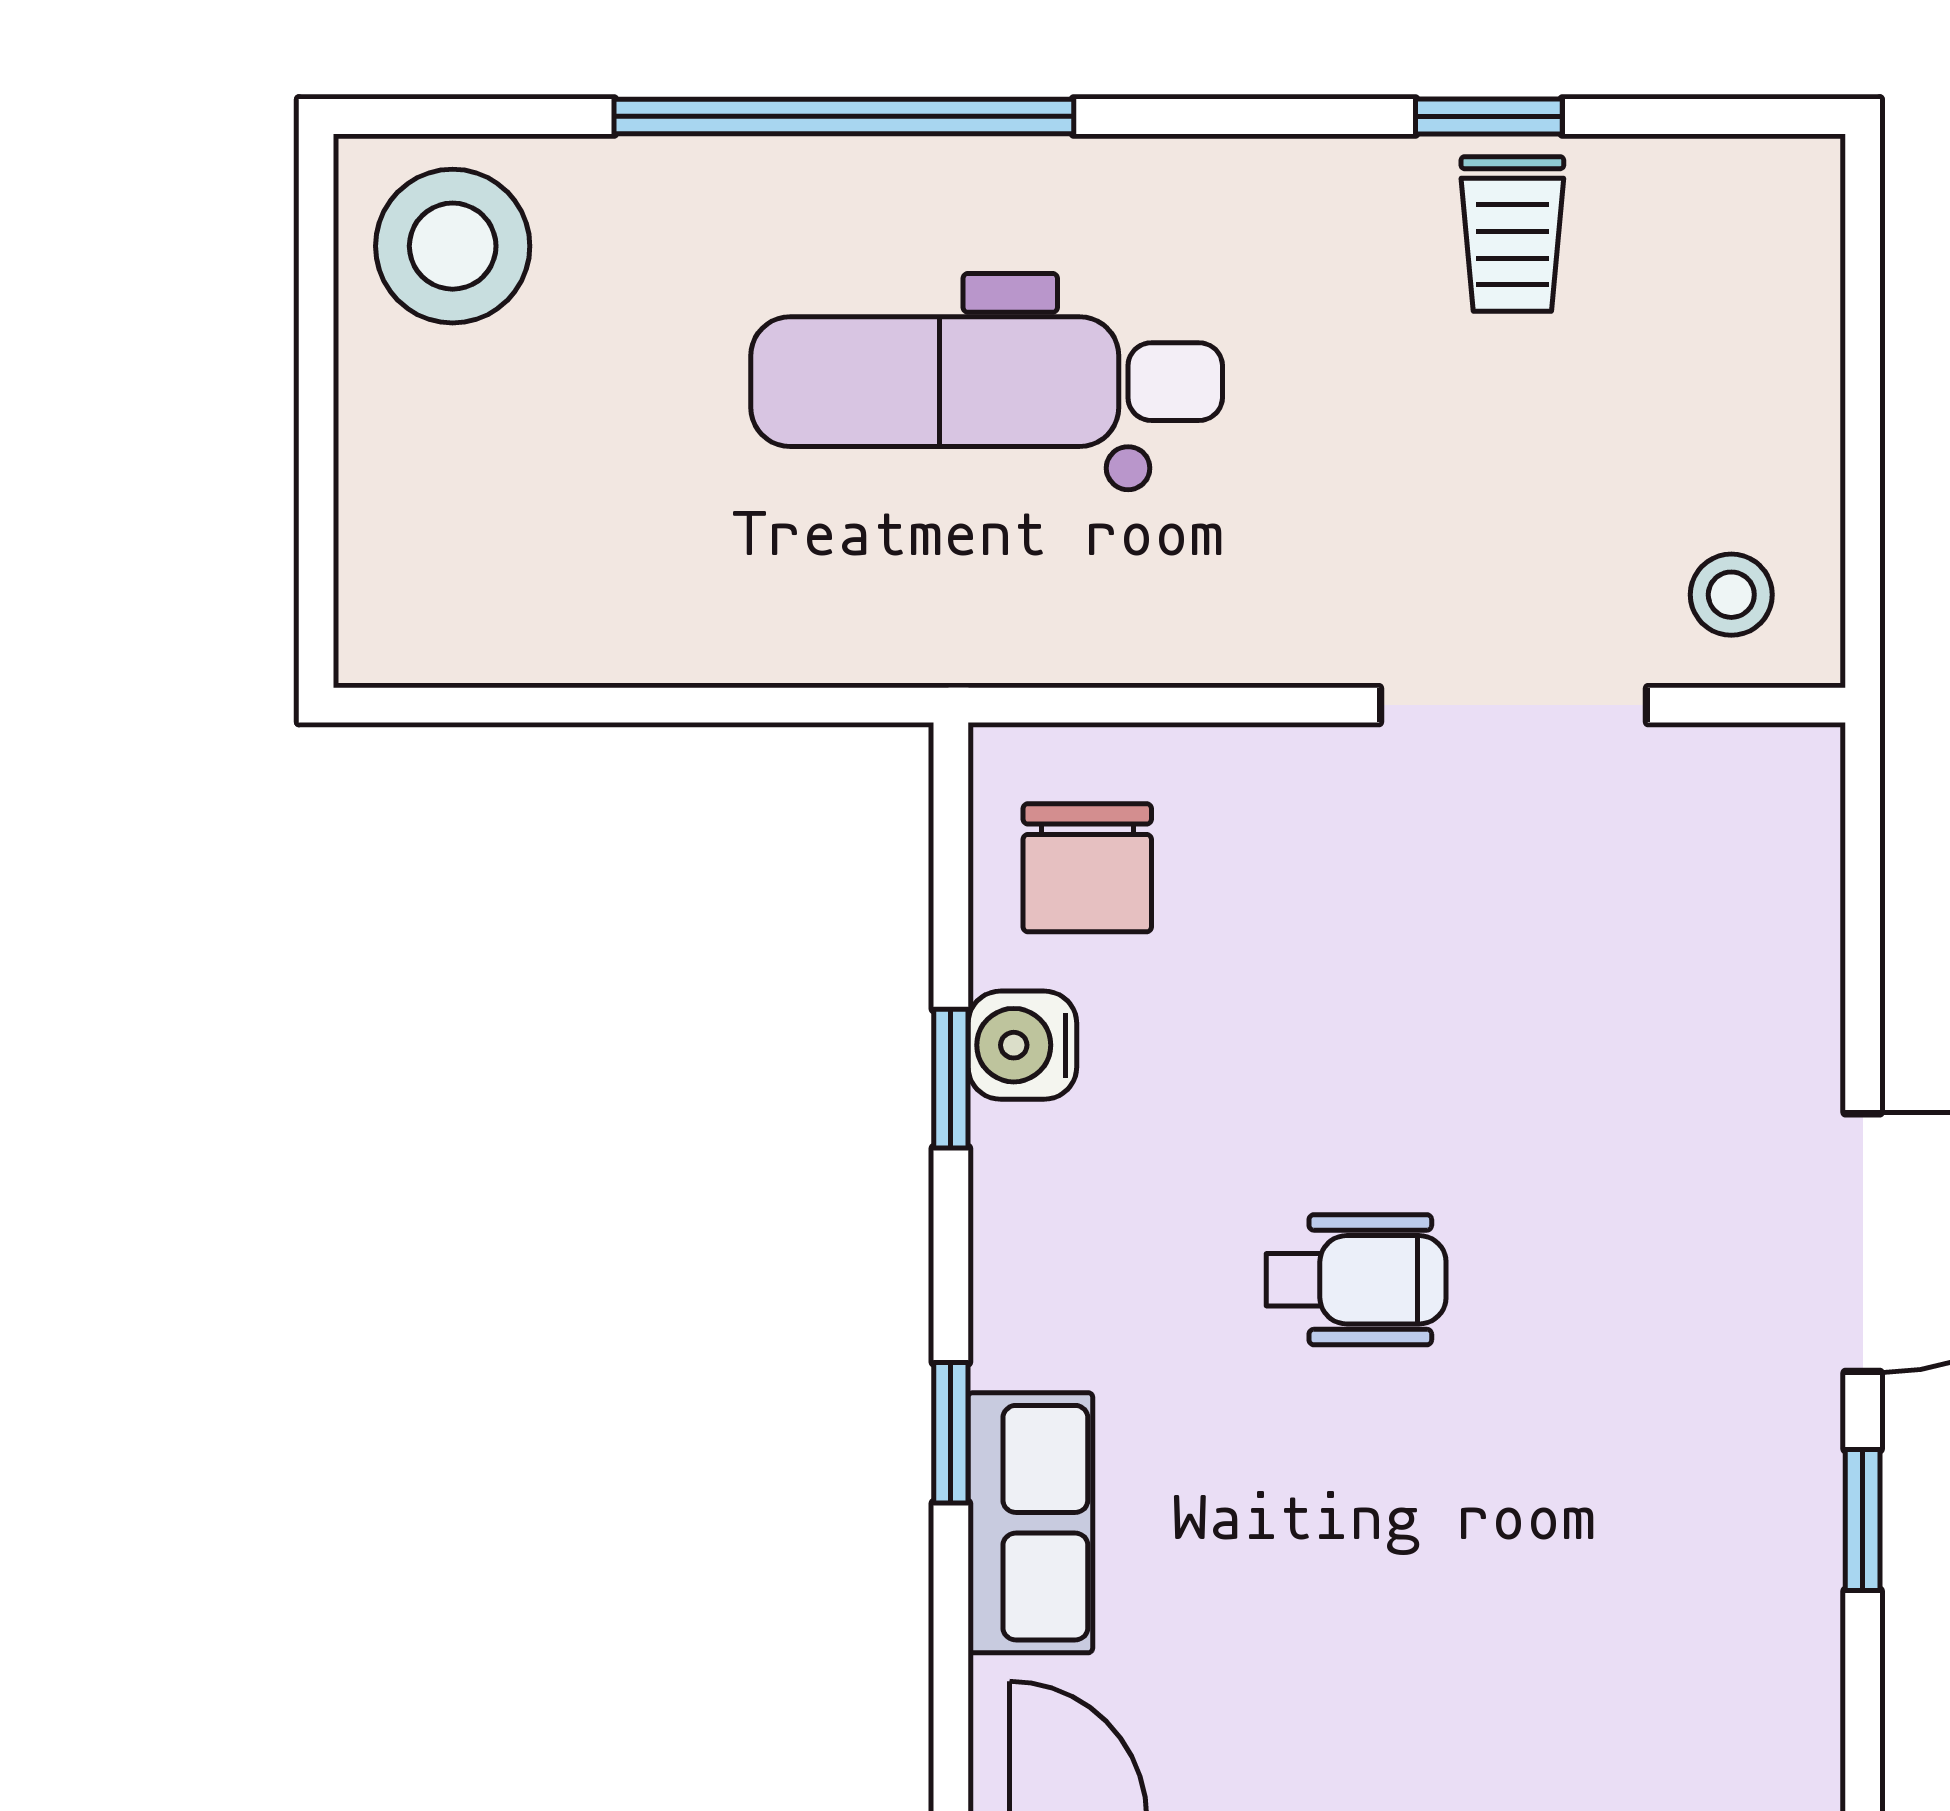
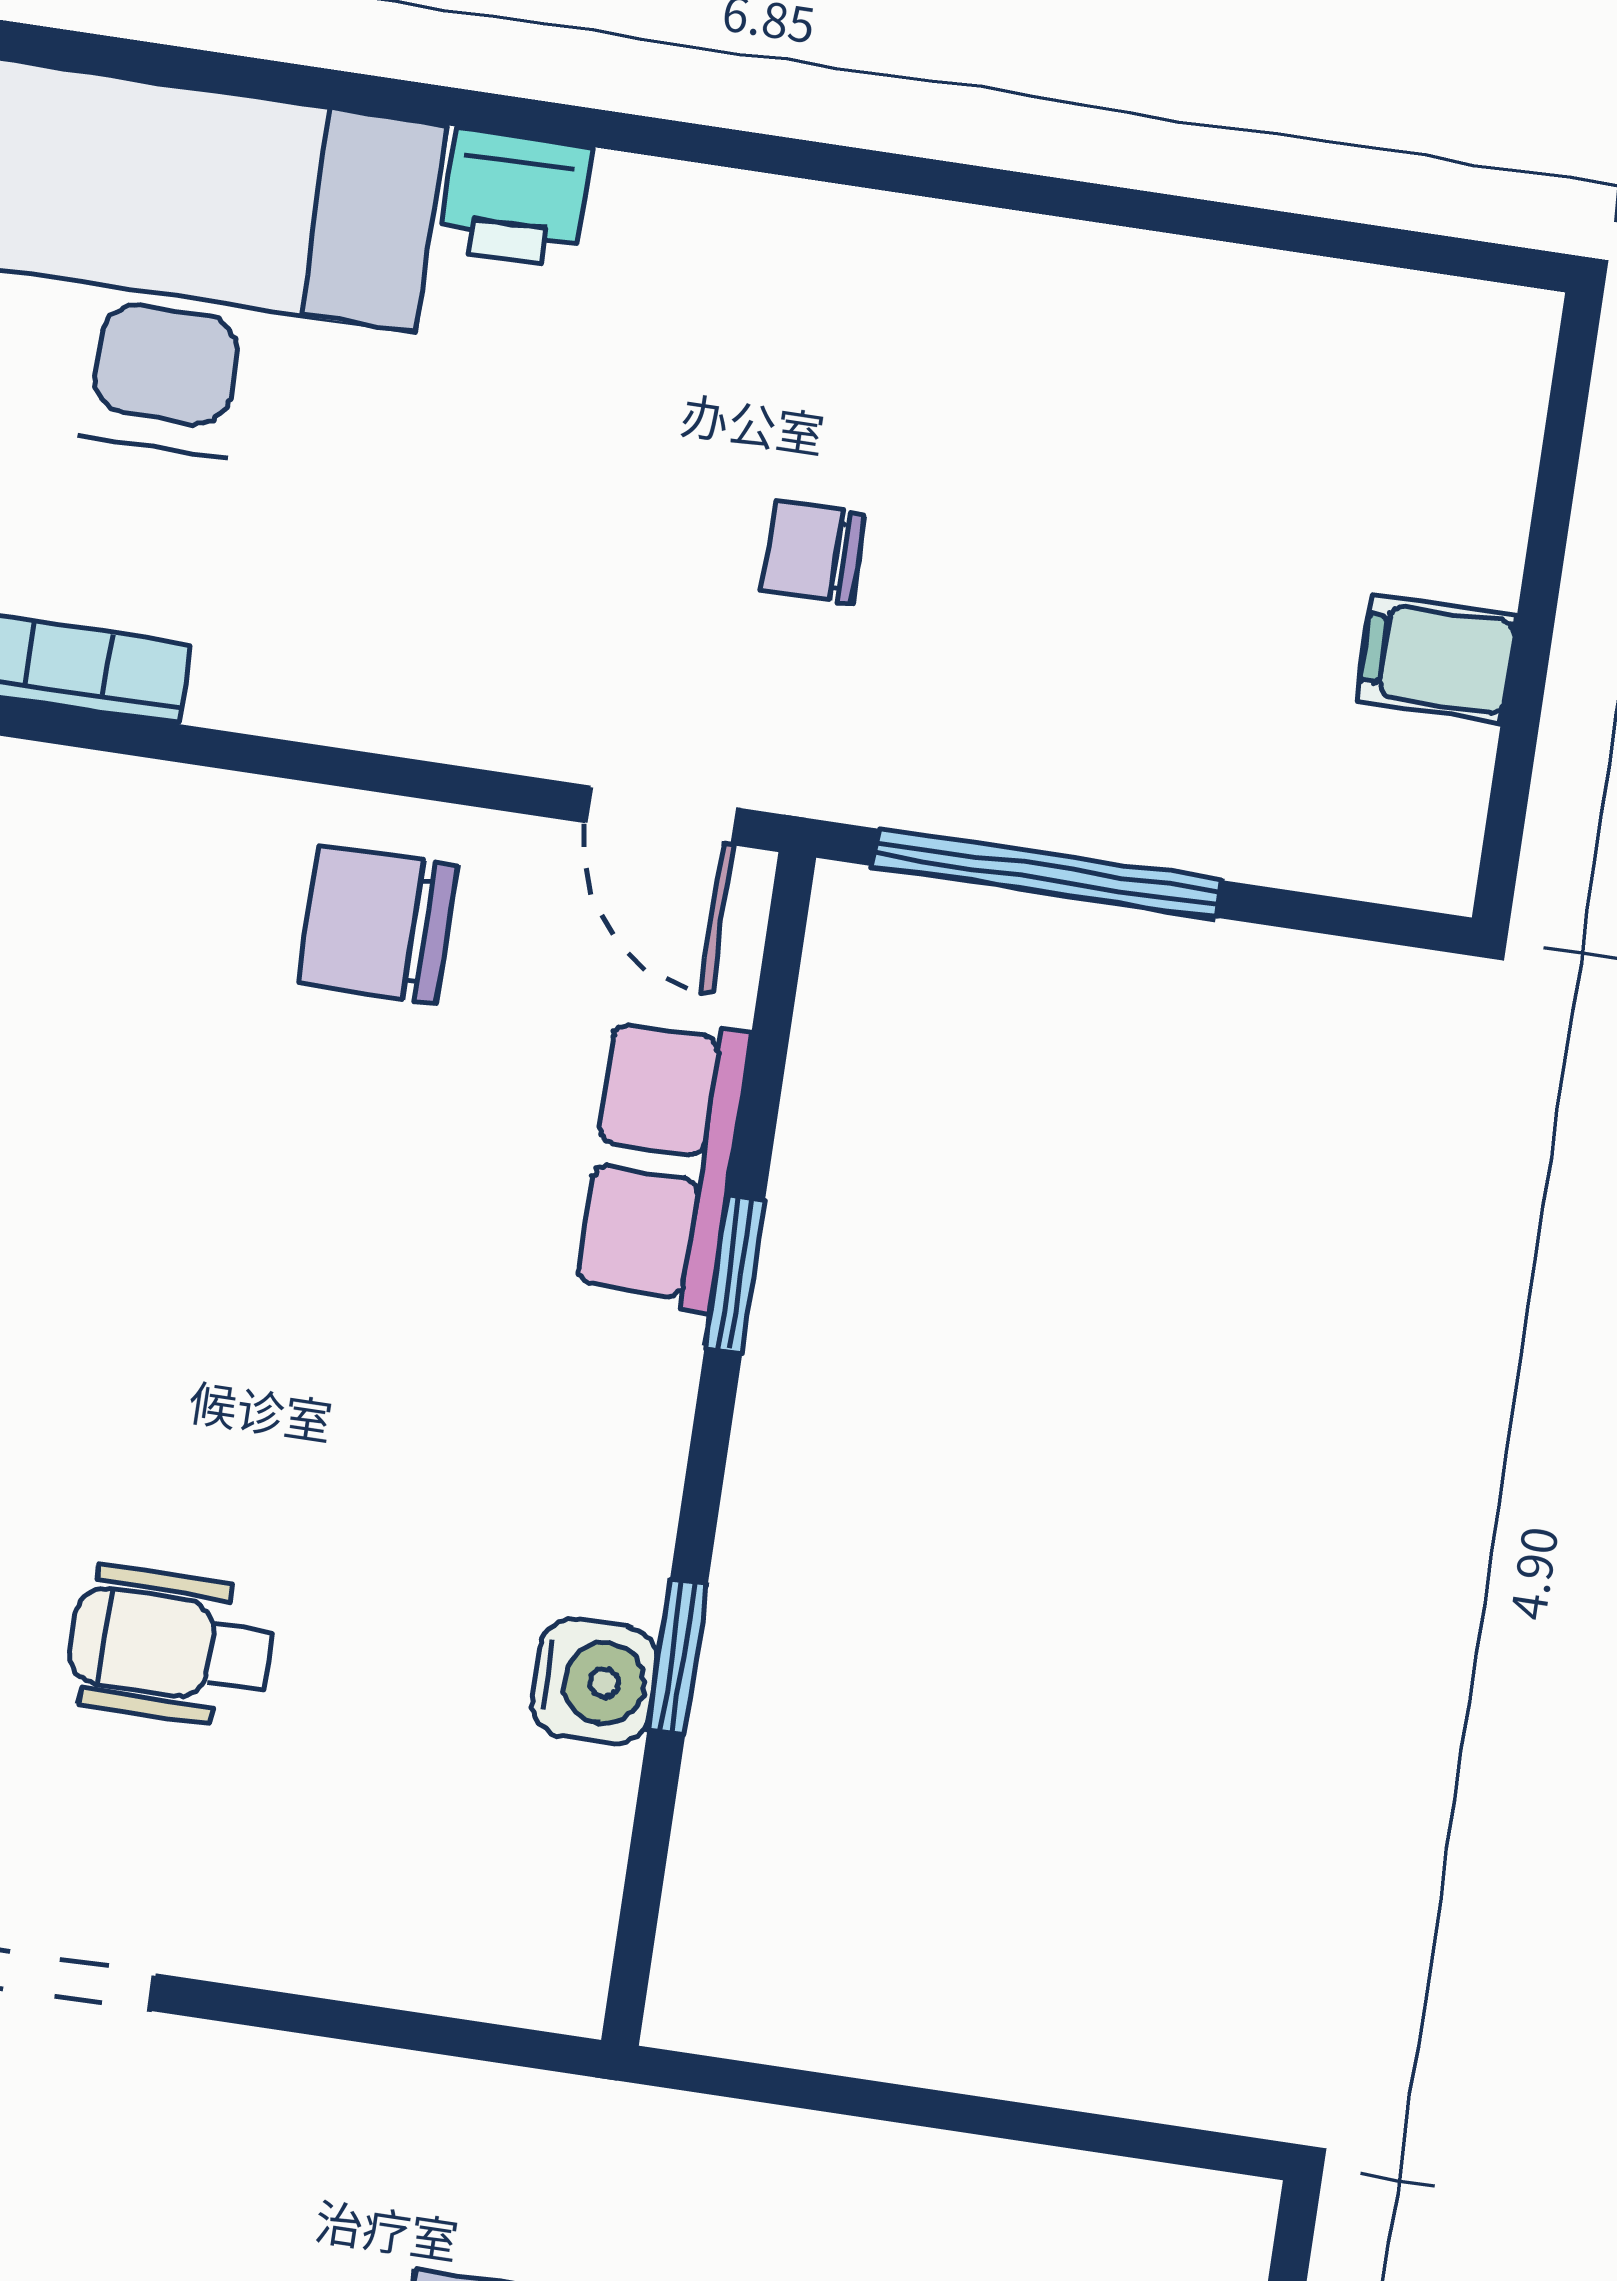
chair: (1087, 868) -> (377, 925), moved, turned -90
wheelchair: (1356, 1280) -> (171, 1646), moved

